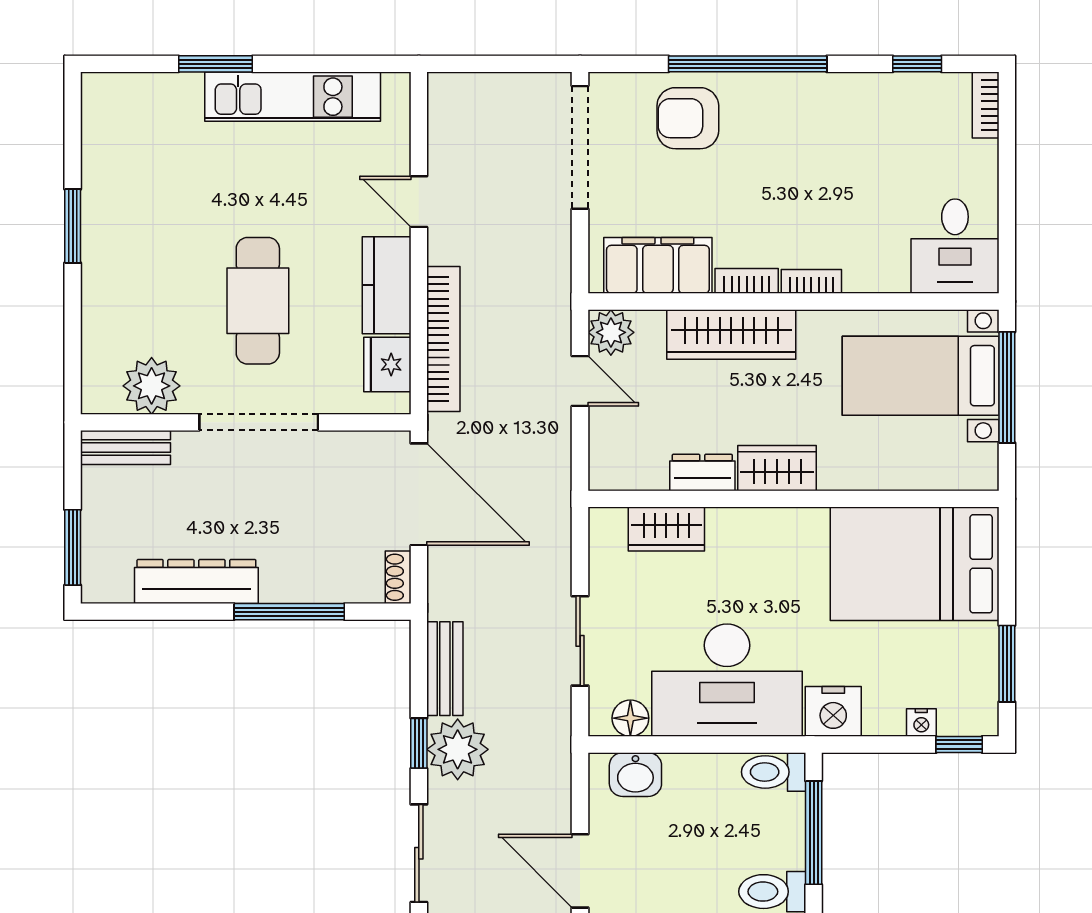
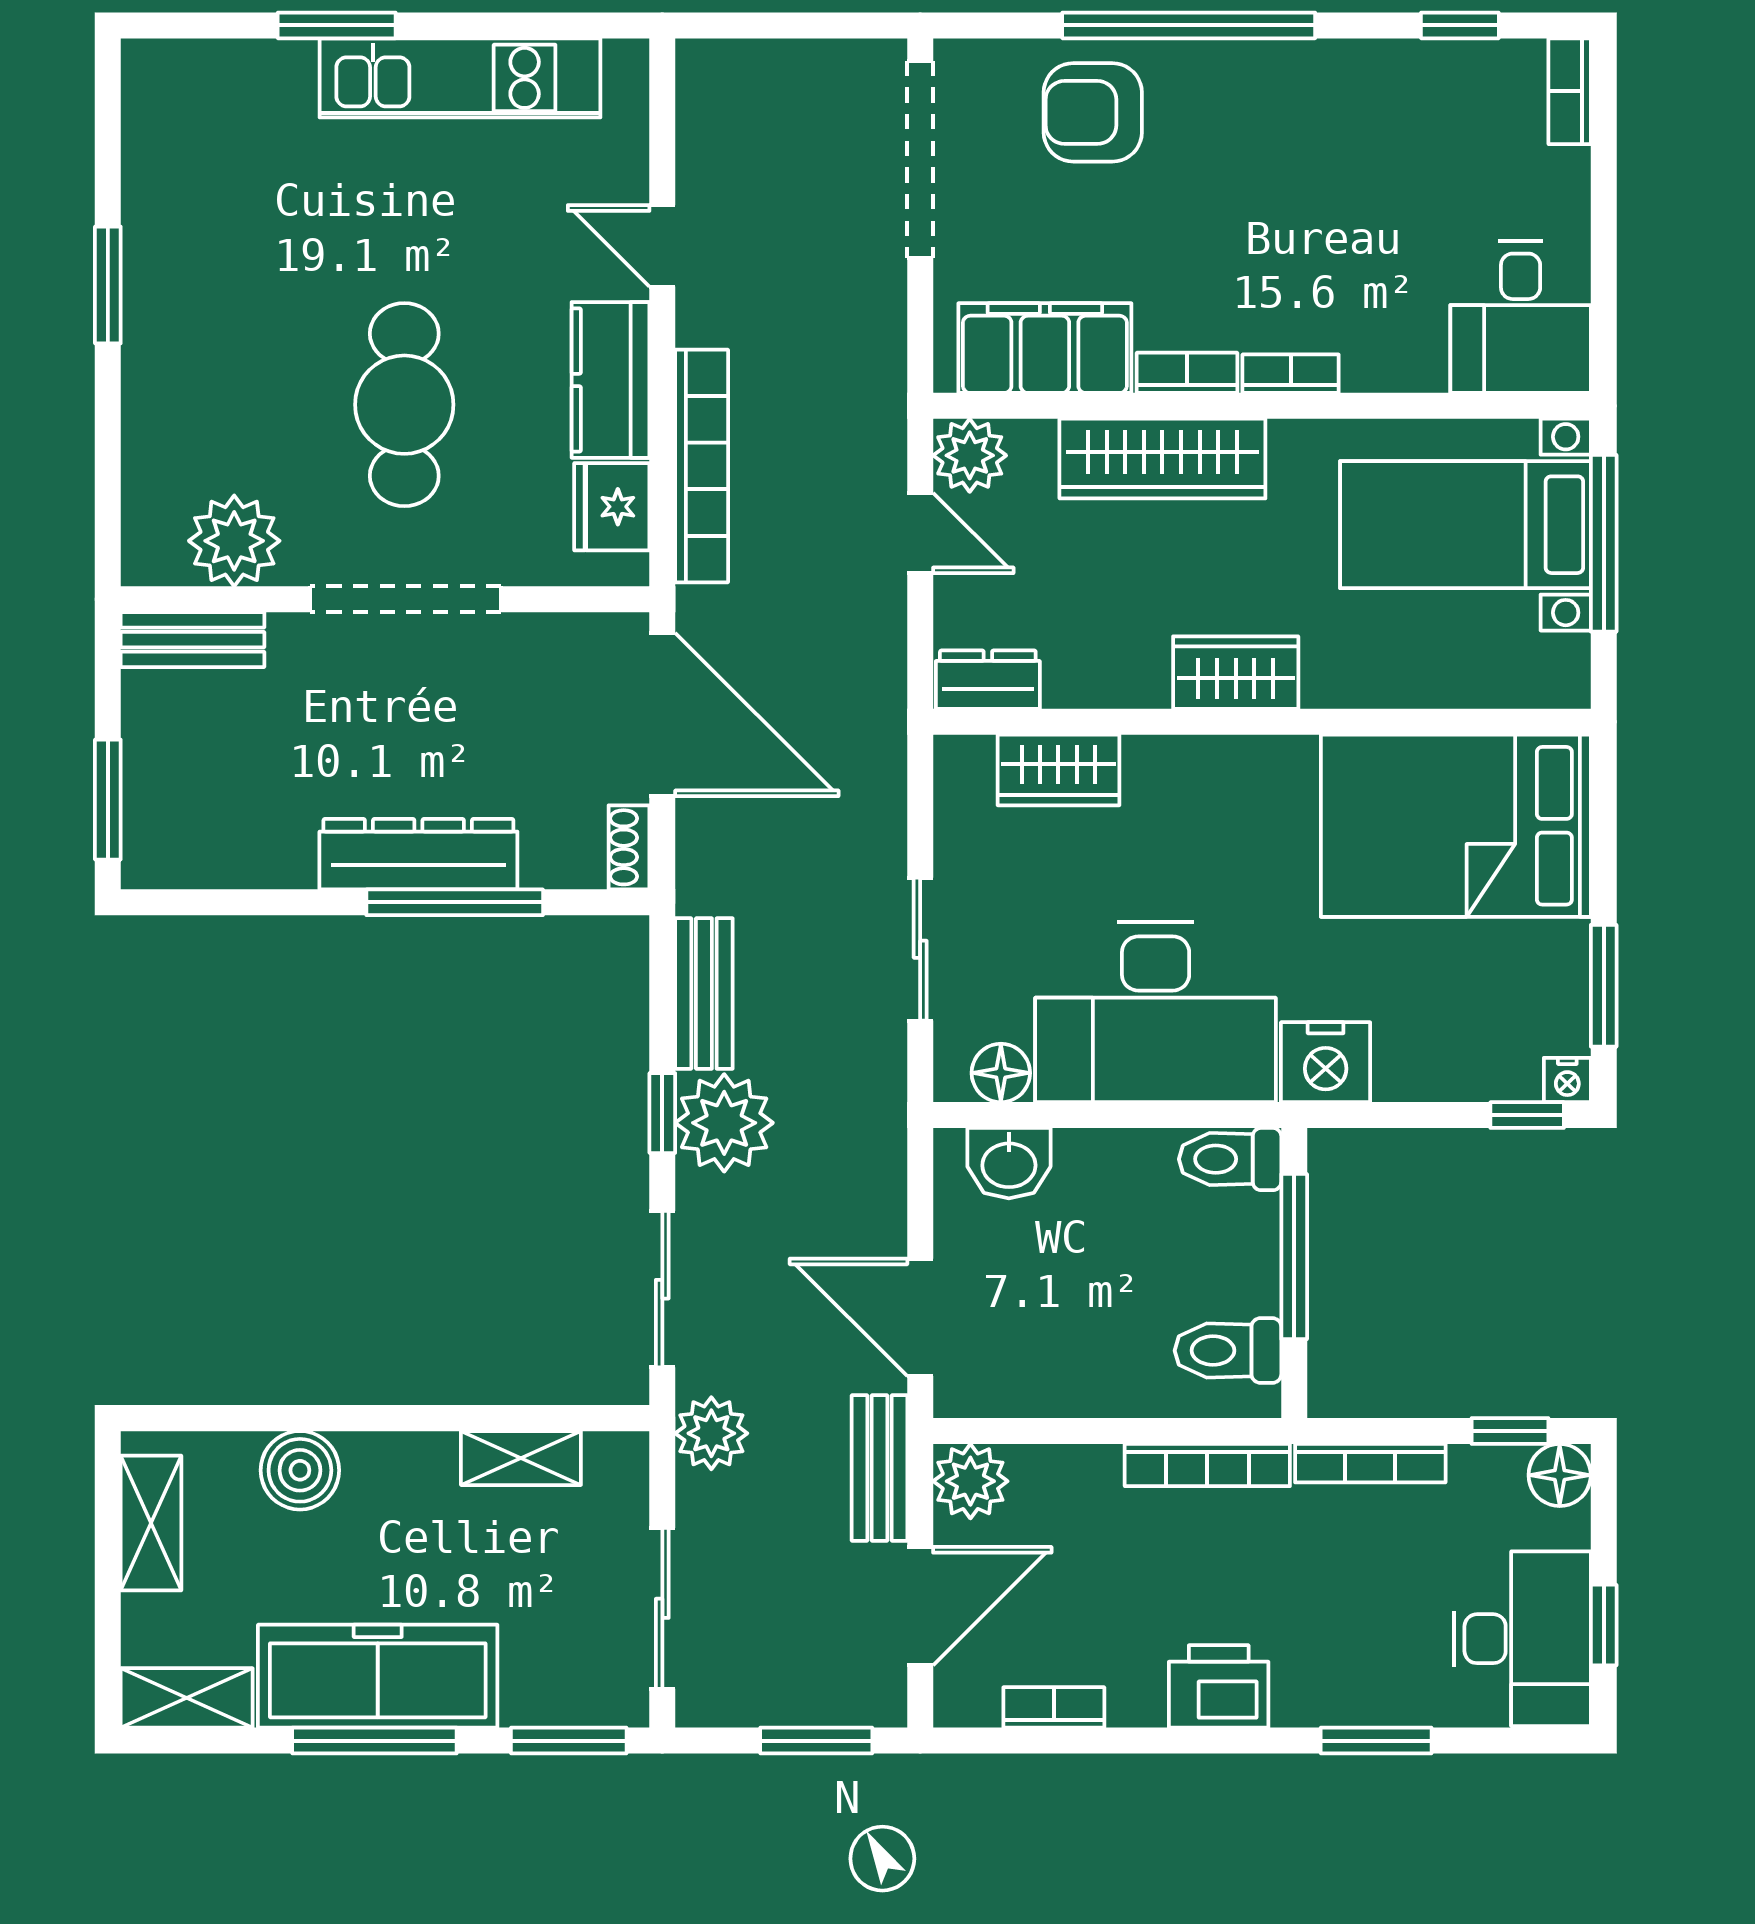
dresser: (702, 472) -> (988, 680), moved
dresser: (196, 581) -> (418, 854), moved
nightstand: (921, 723) -> (1567, 1080), moved

